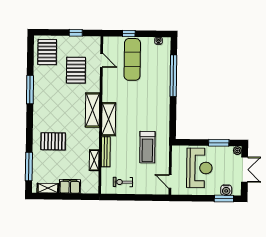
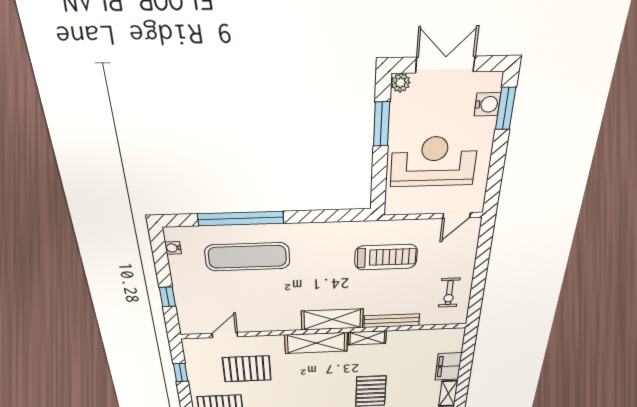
exercise mat: (132, 59) -> (247, 257), moved
shelving: (94, 160) -> (367, 338), moved

